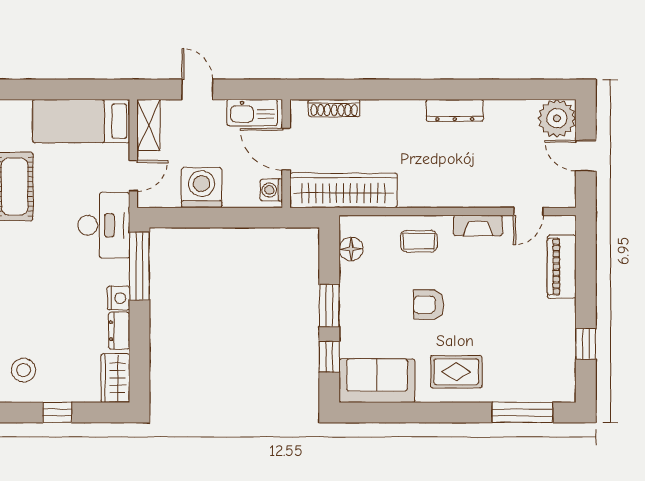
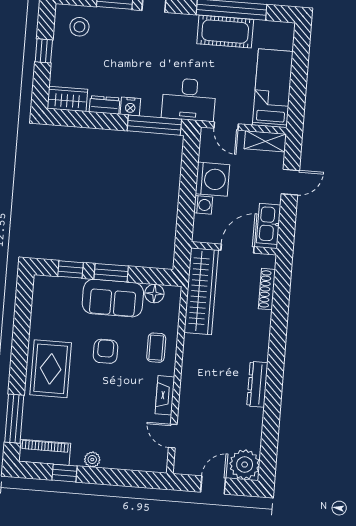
washing machine: (271, 190) -> (203, 205), moved, turned 90
piano: (562, 267) -> (45, 452), moved
plant: (566, 310) -> (92, 460), added
rug: (456, 372) -> (51, 369), width x1.36, depth x1.43
sofa: (377, 381) -> (113, 298), moved, turned 90

